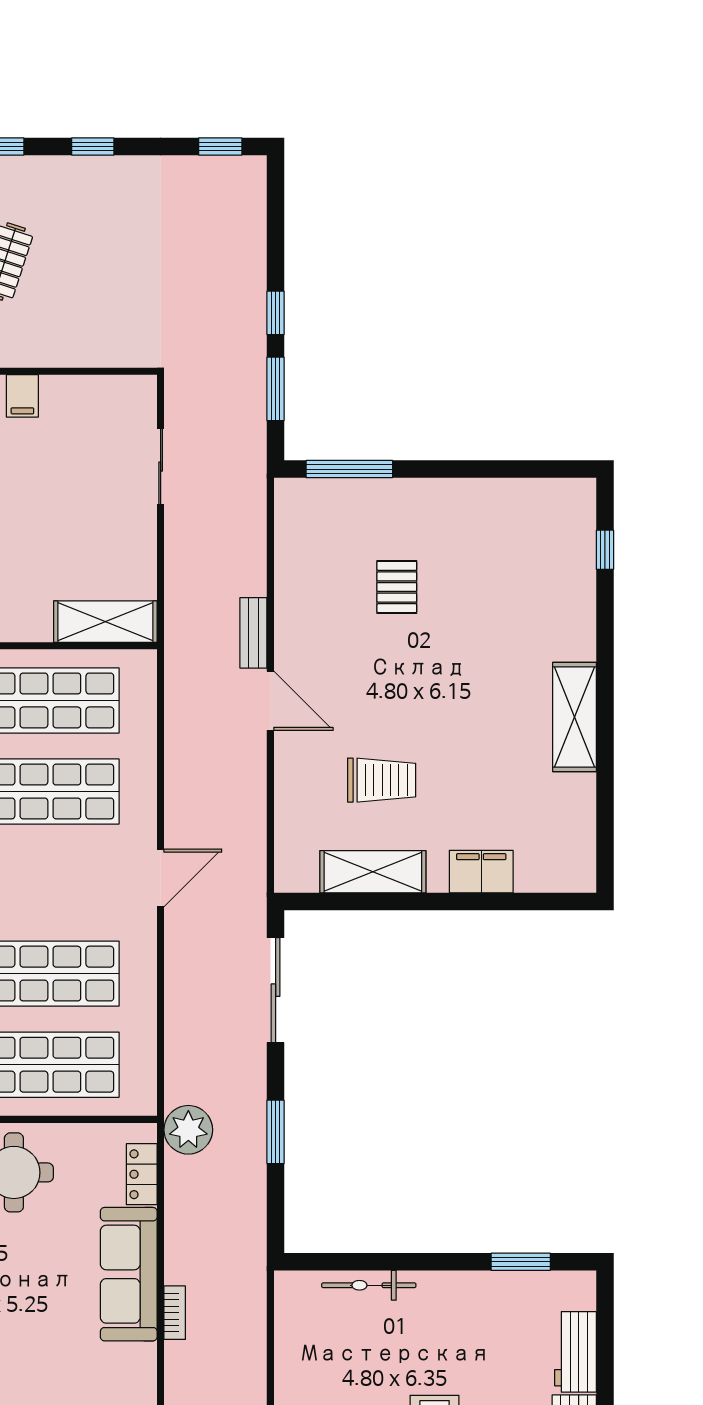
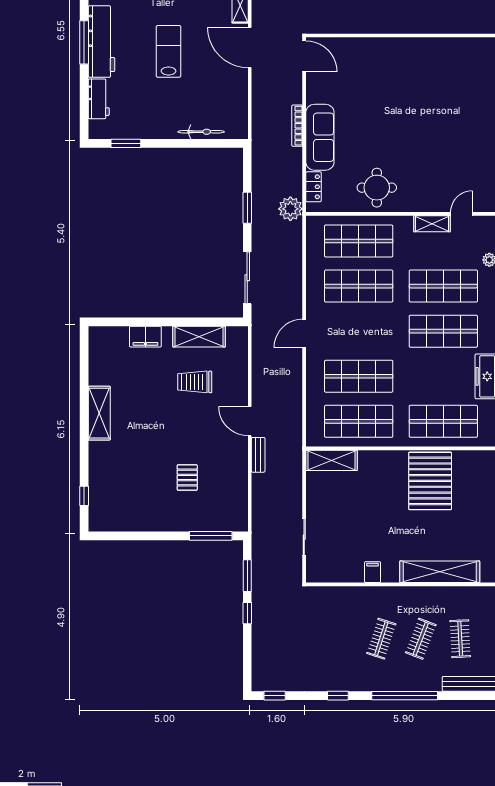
bookcase: (175, 1313) -> (297, 126), width x1.56

